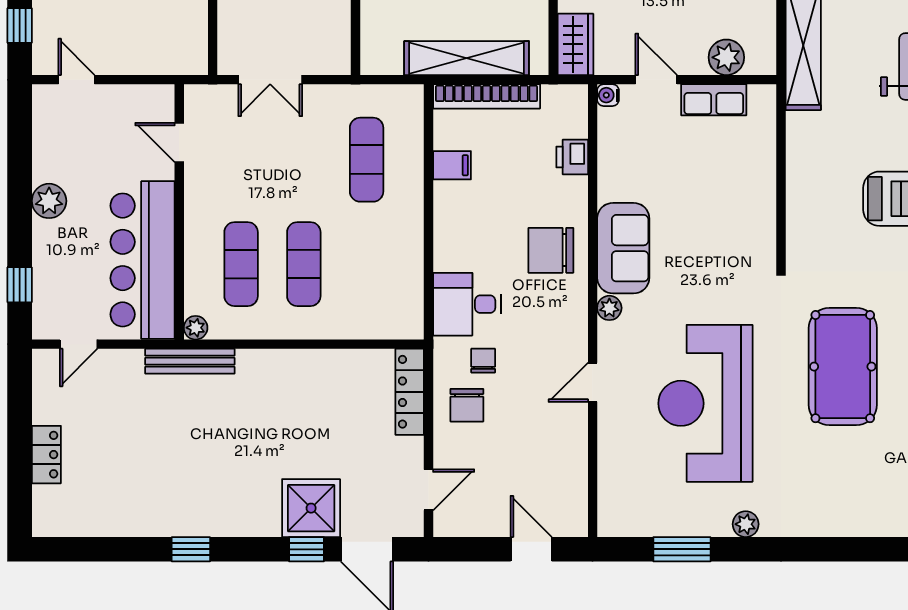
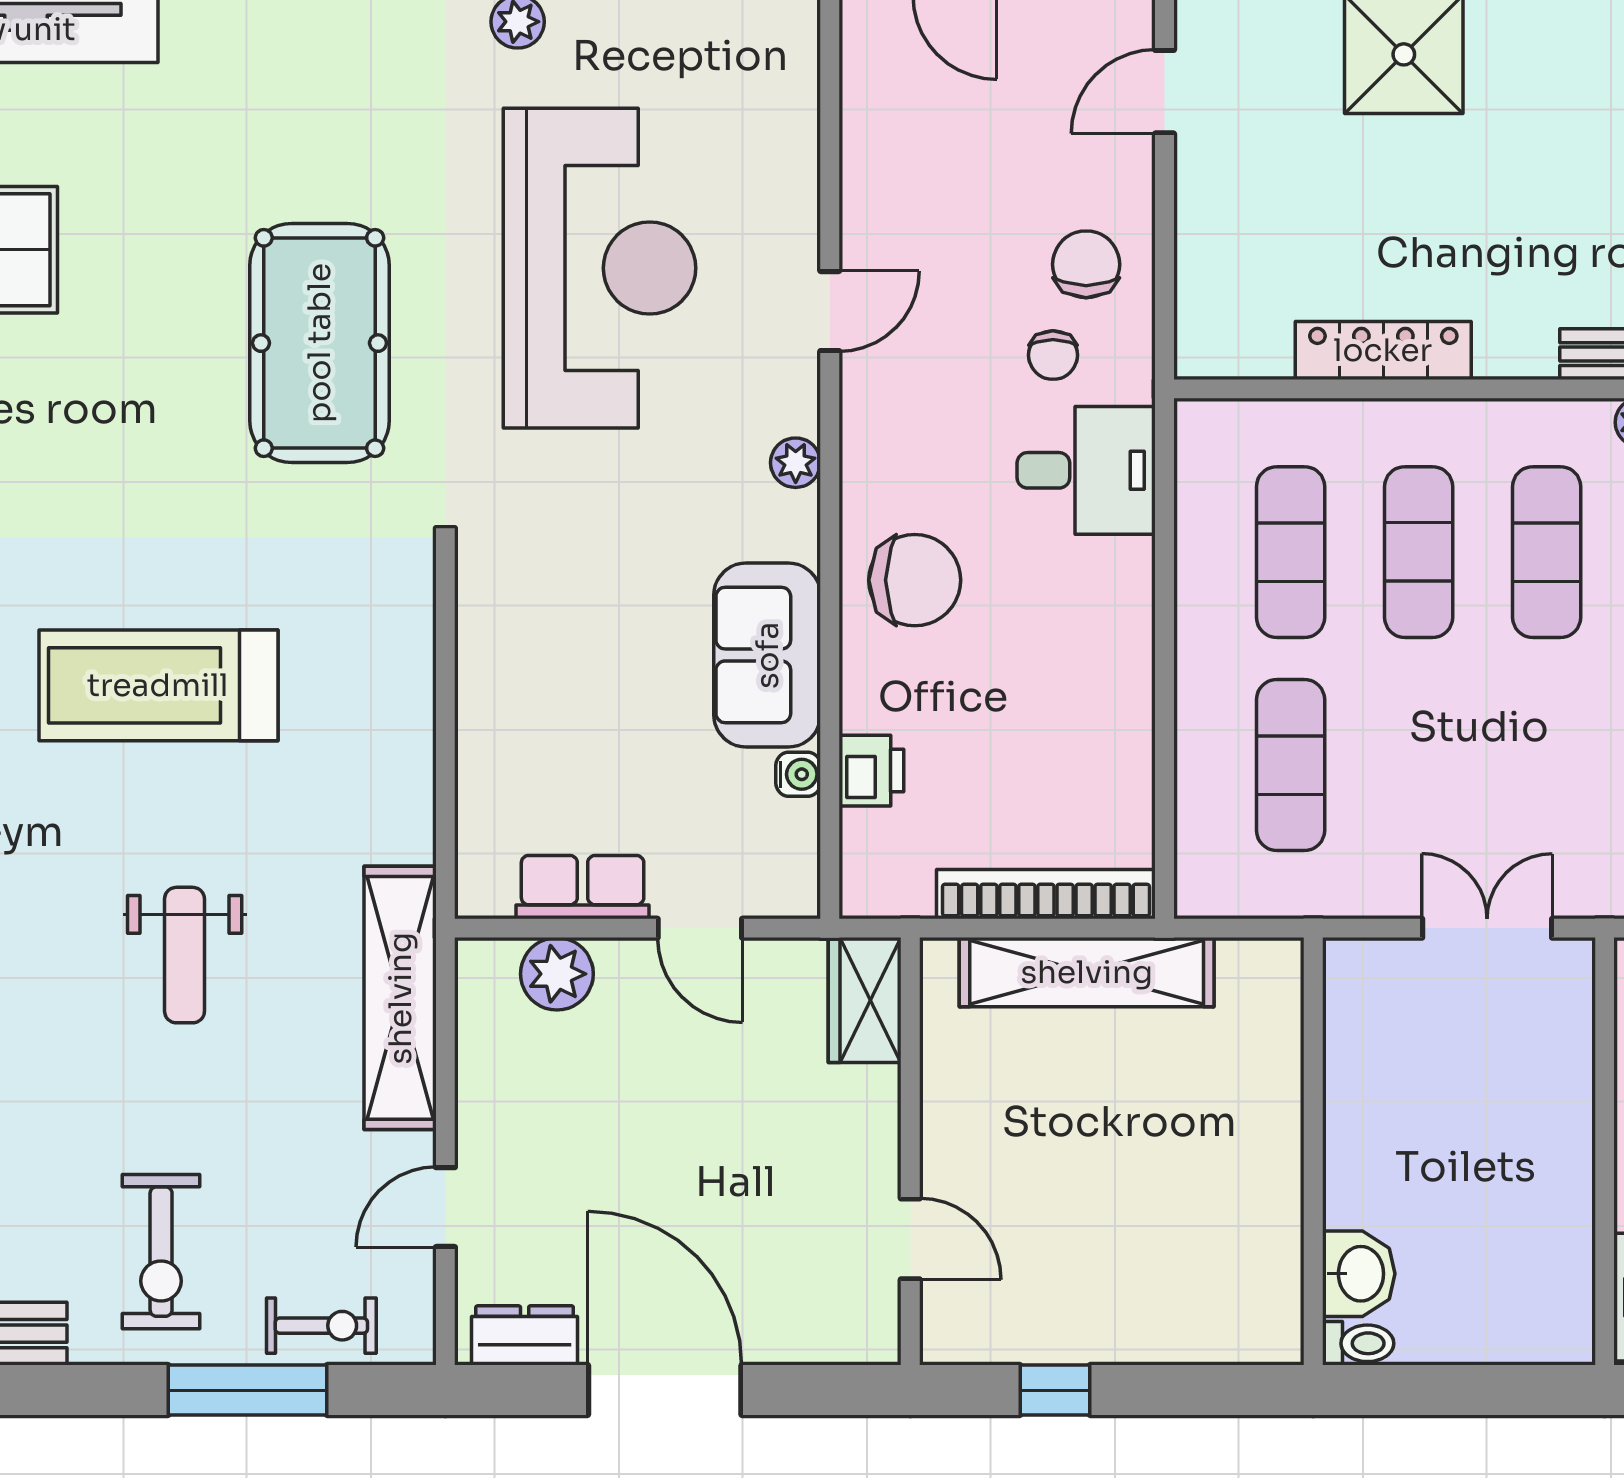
water cooler: (608, 95) -> (798, 774), moved
filing cabinet: (452, 165) -> (1116, 754), removed
sofa: (623, 248) -> (767, 655), moved
exercise mat: (367, 264) -> (1291, 552), added
locker: (410, 392) -> (1383, 350), moved, turned -90

